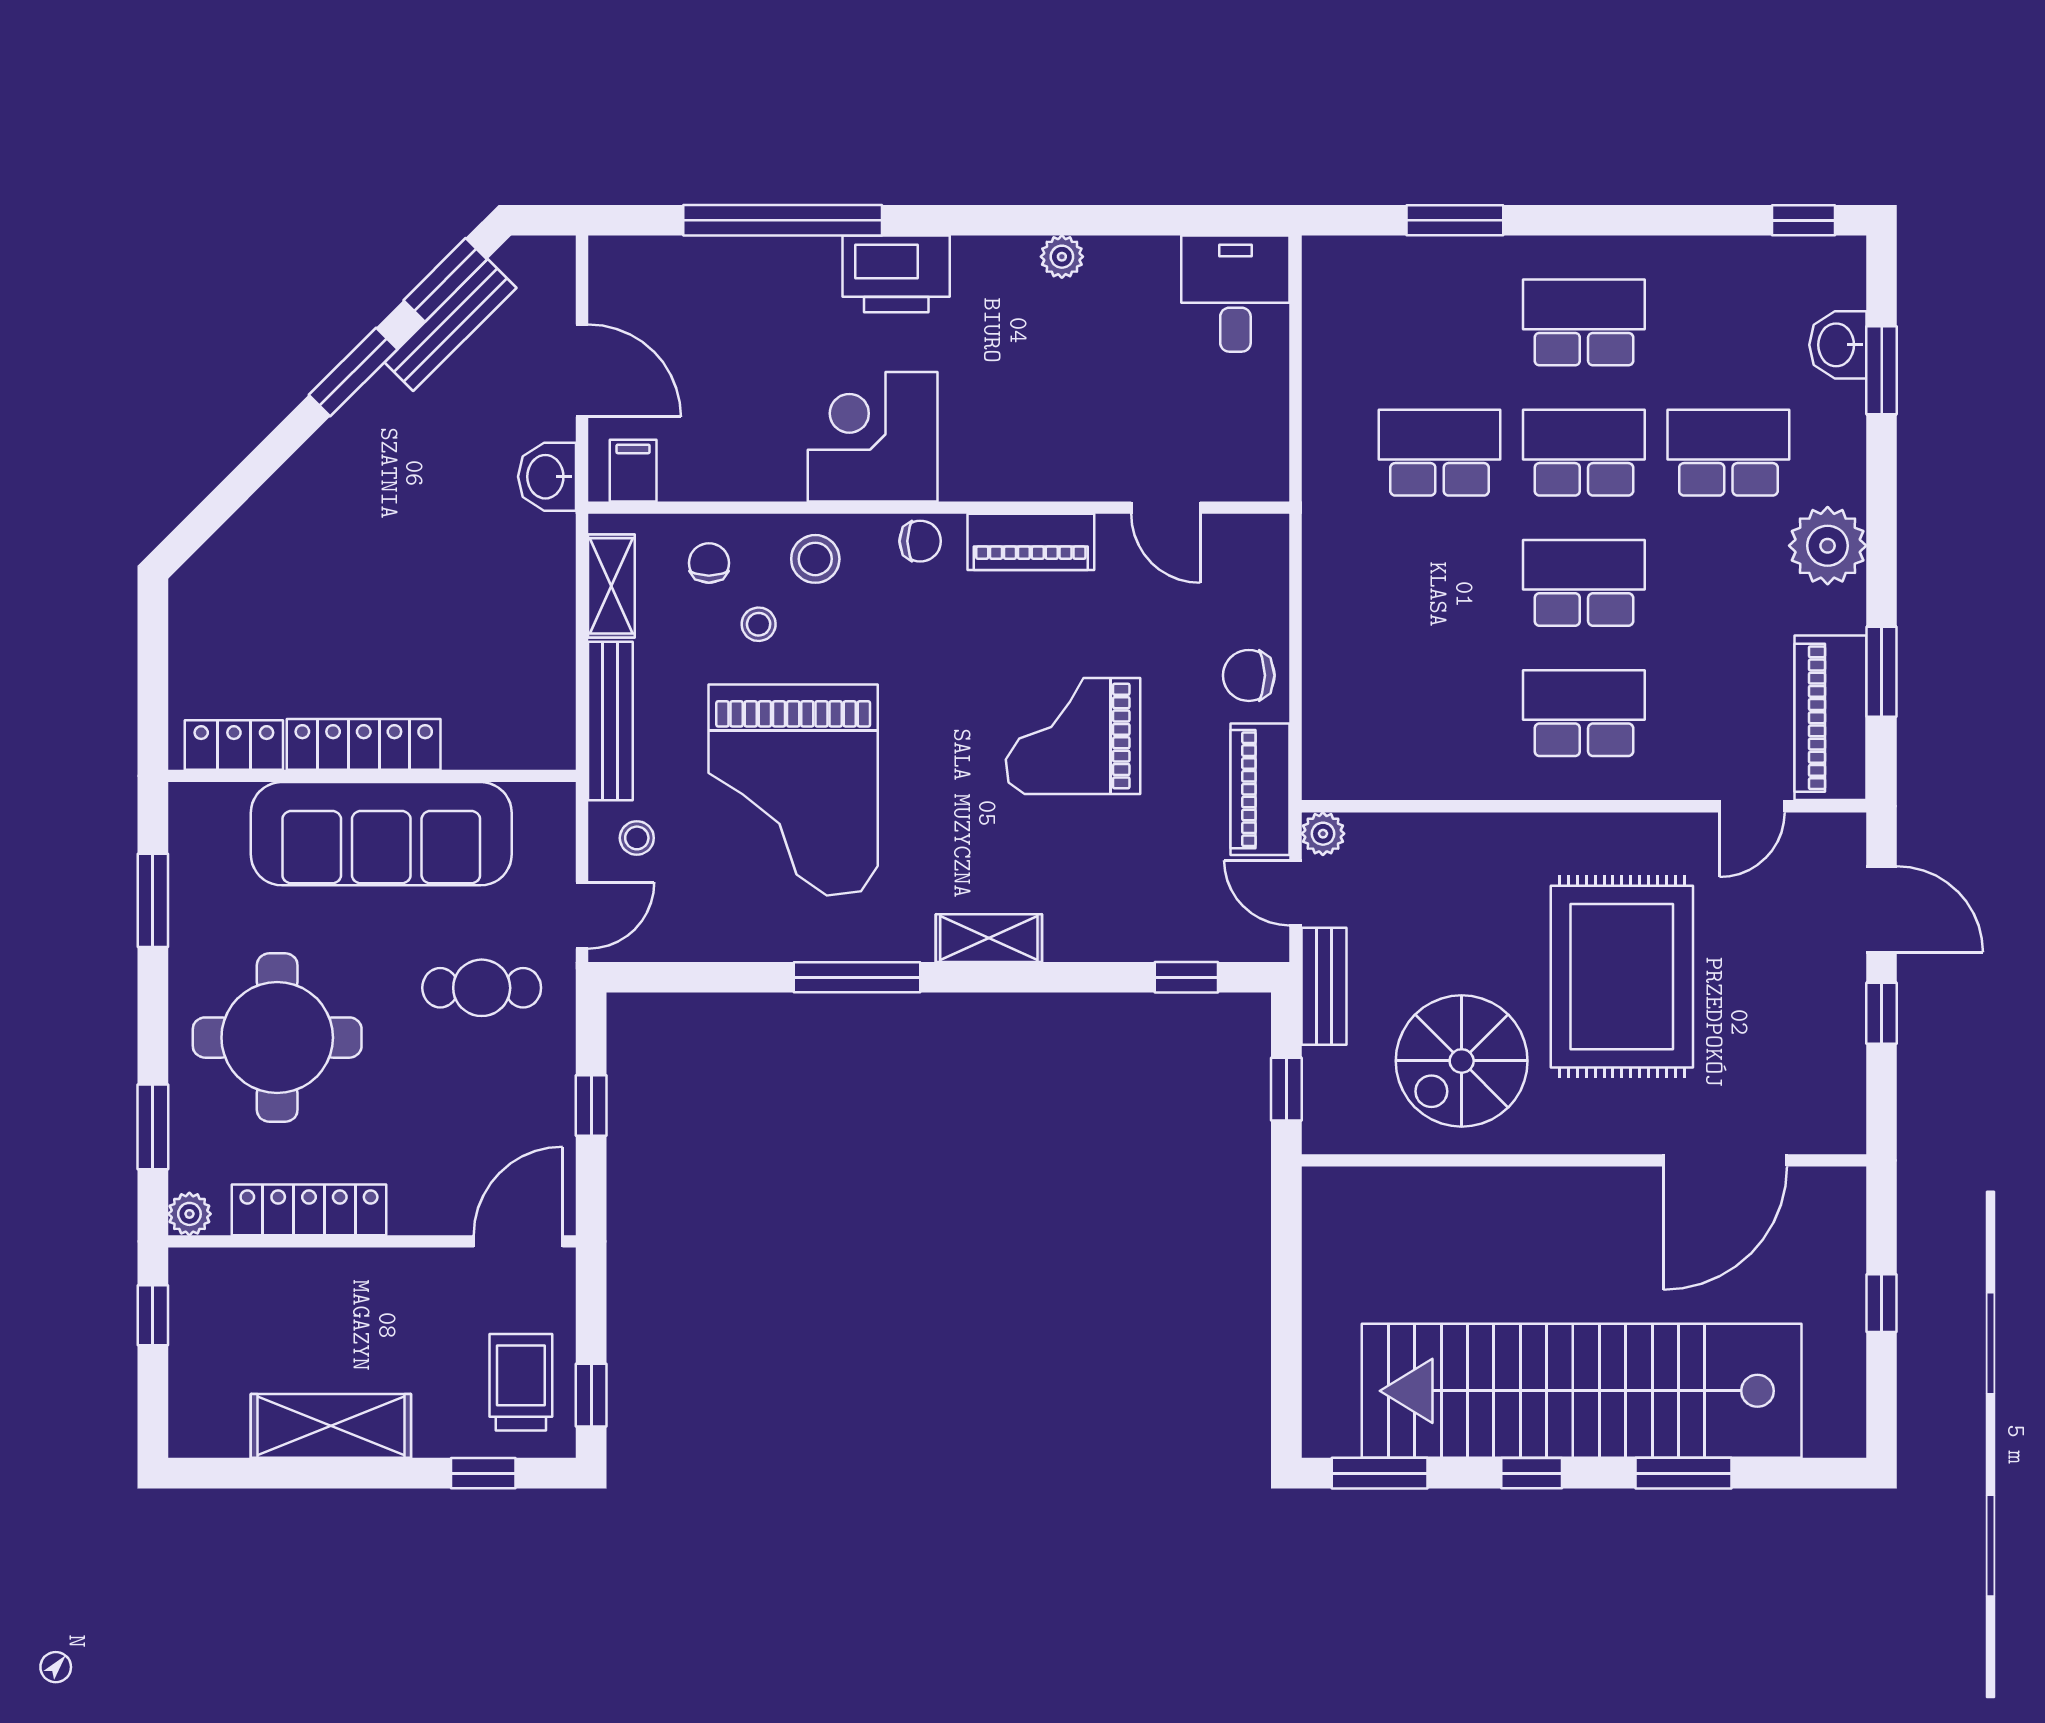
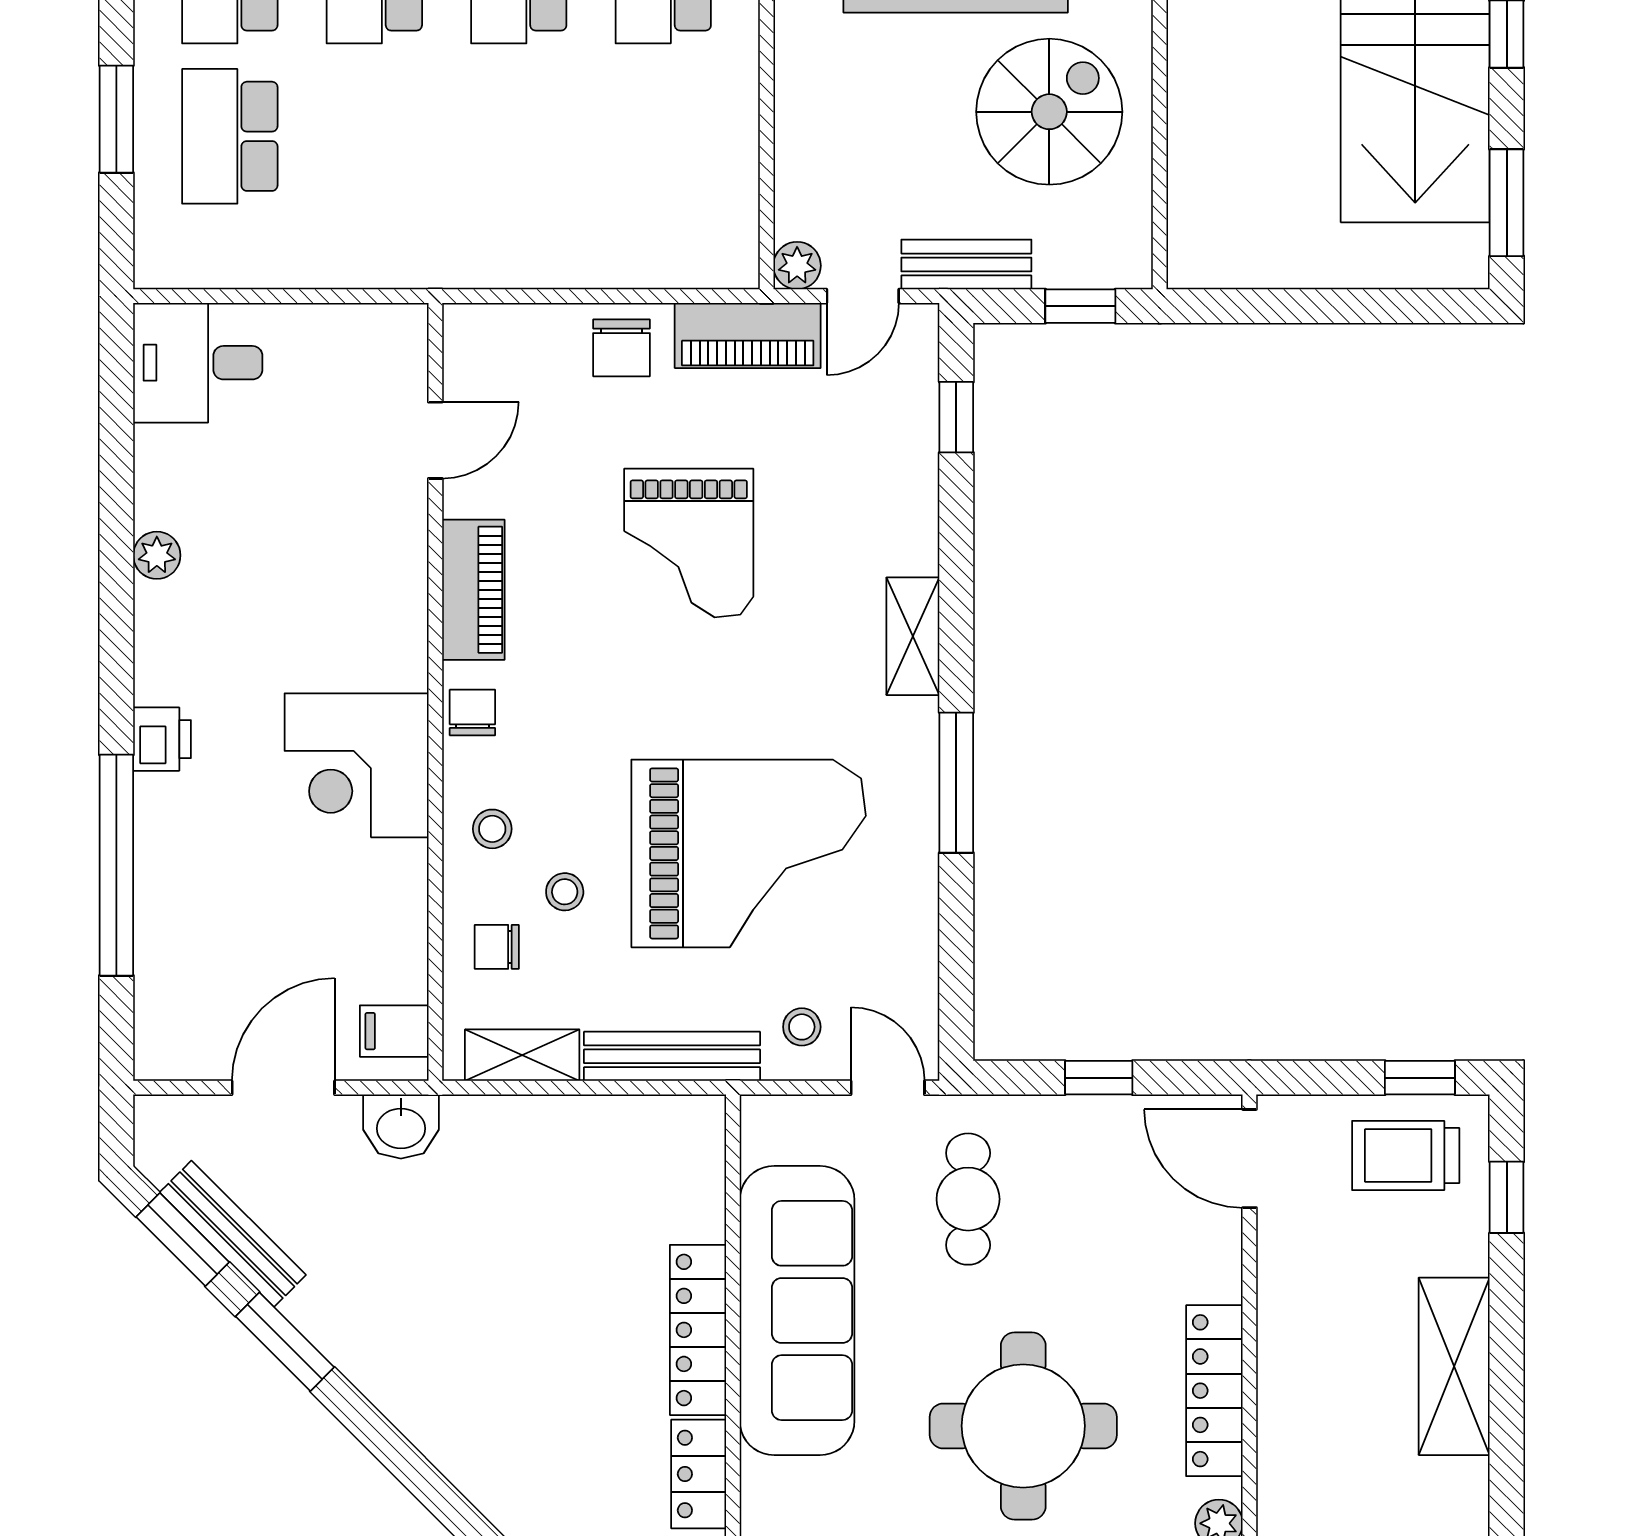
printer: (896, 274) -> (162, 739), width x0.53, depth x0.68
school desk: (1440, 453) -> (230, 136), moved
stool: (815, 559) -> (492, 829), width x0.73, depth x0.73
spiral stairs: (1462, 1061) -> (1049, 112), turned -90

